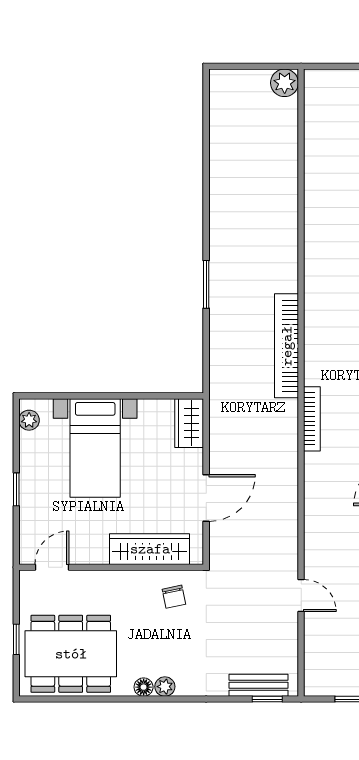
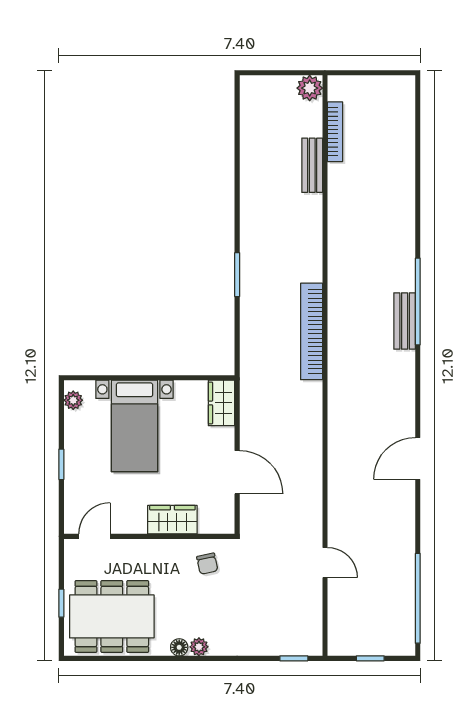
bookcase: (312, 419) -> (335, 132), moved
door: (206, 498) -> (237, 472), hinge flipped
wardrobe: (150, 549) -> (172, 520), width x0.67
bench: (258, 685) -> (312, 165), moved, turned 90

